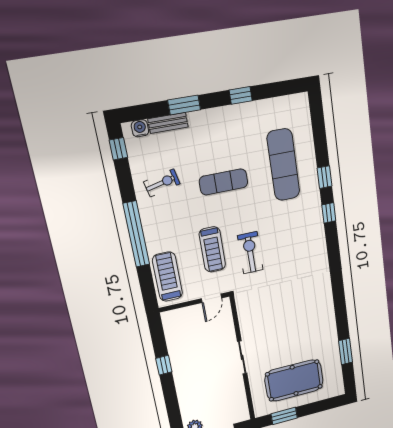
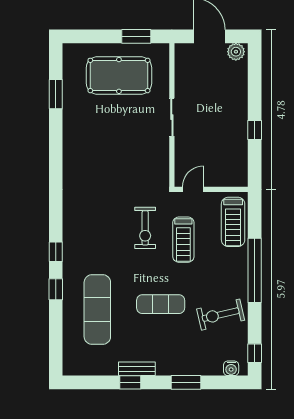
bench: (168, 123) -> (137, 369), moved
exercise bike: (162, 183) -> (221, 315), width x1.38, depth x1.39
treadmill: (212, 249) -> (183, 240), turned 180

